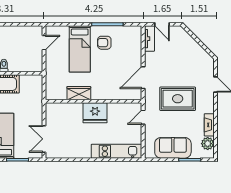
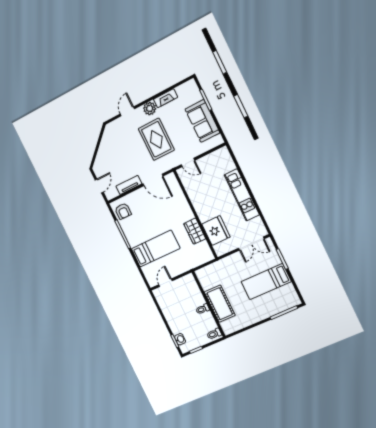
tv unit: (149, 39) -> (129, 185), moved
door: (44, 43) -> (165, 283), hinge flipped
armchair: (104, 43) -> (123, 211), moved
fridge: (95, 113) -> (216, 231), moved
plant: (208, 144) -> (150, 108), moved
kitchen unit: (117, 151) -> (242, 195), moved

